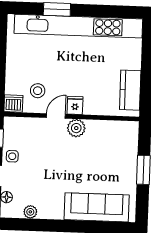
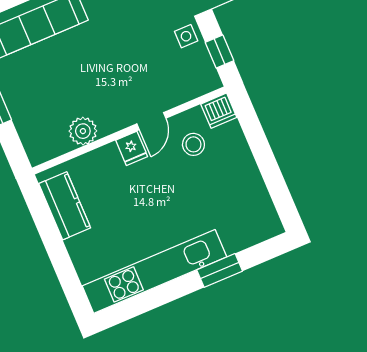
kitchen unit: (78, 26) -> (154, 271), width x0.73
plant: (76, 128) -> (83, 131), moved

